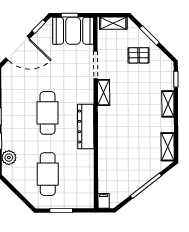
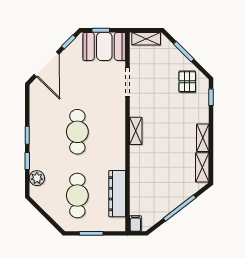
door: (18, 48) -> (46, 64), hinge flipped
pallet: (139, 55) -> (187, 82), moved, turned 90
shelving: (104, 92) -> (136, 131), moved
shelving: (168, 104) -> (203, 138), moved
dresser: (86, 126) -> (117, 194), moved

